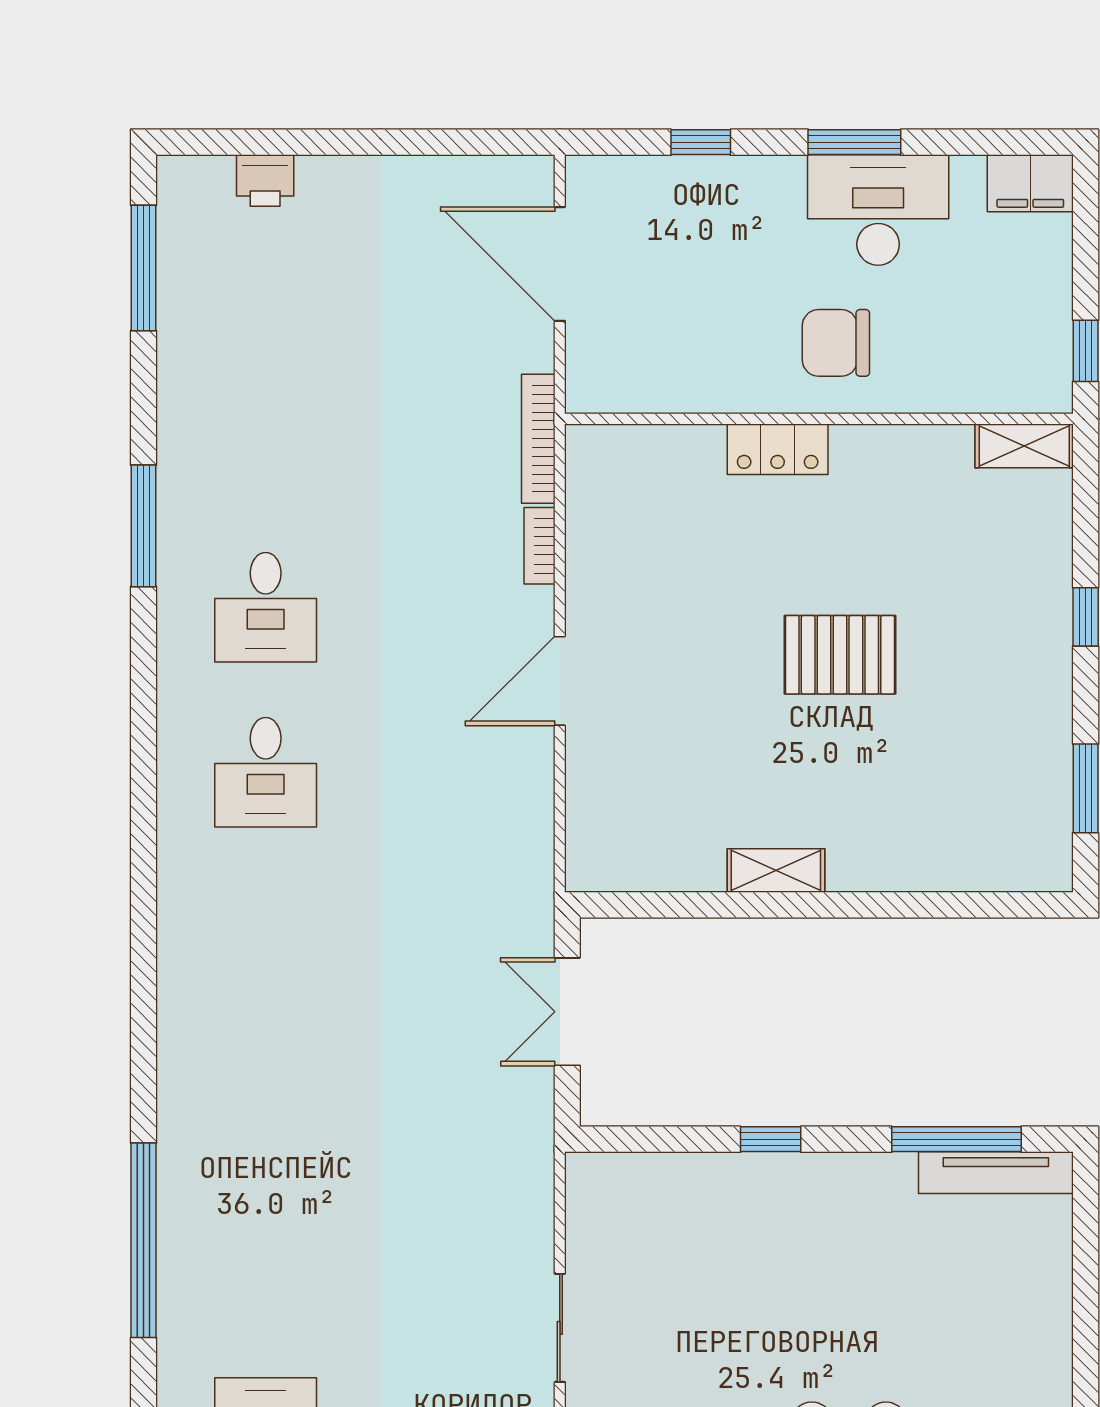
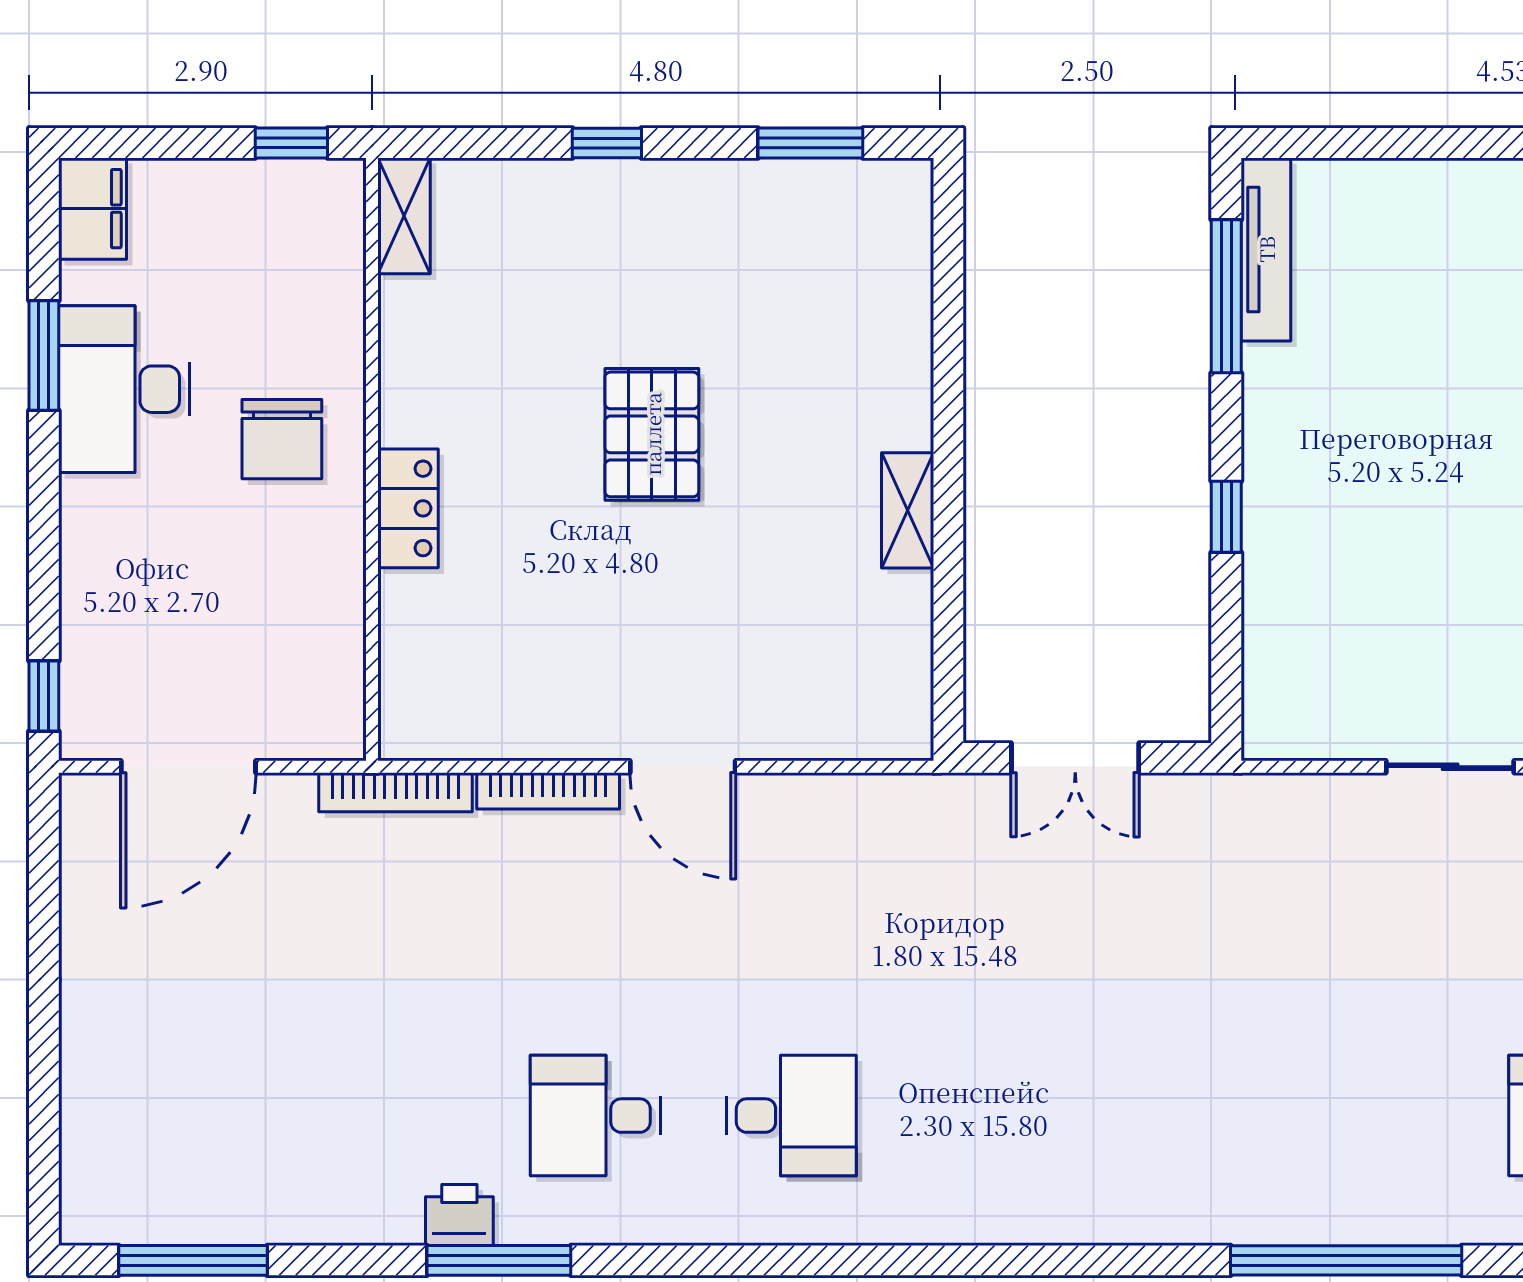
window: (701, 142) -> (44, 696), moved
window: (854, 142) -> (44, 355), moved
printer: (265, 181) -> (459, 1215), moved, turned -90
bookcase: (539, 546) -> (548, 791), width x1.56
desk: (266, 607) -> (595, 1116), turned 180

